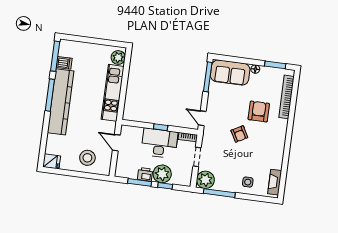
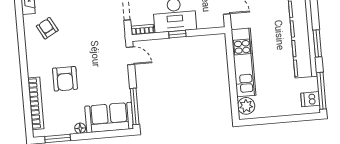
dishwasher: (64, 63) -> (310, 99), moved
window: (50, 95) -> (317, 43), width x0.69
armchair: (239, 134) -> (47, 28), moved

